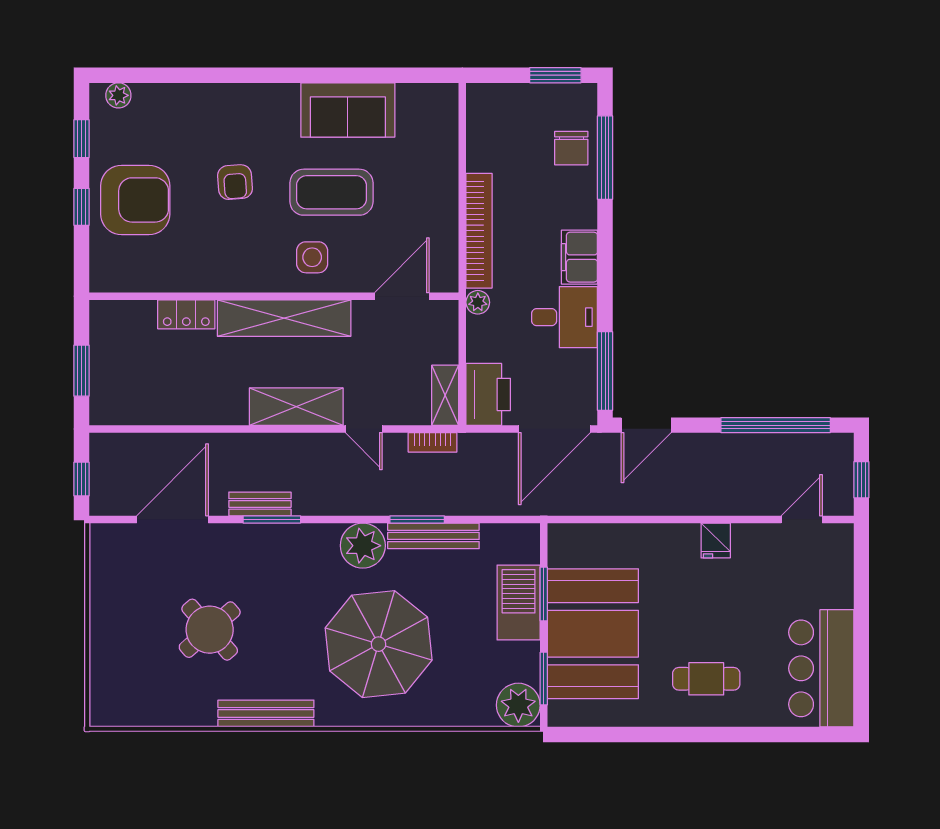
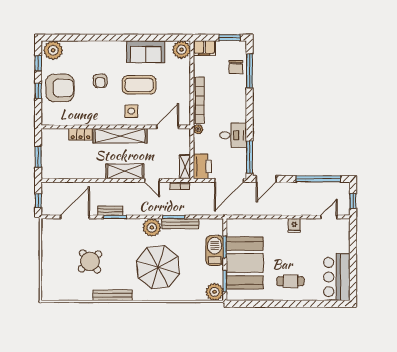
plant: (118, 95) -> (53, 50), width x1.87, depth x1.87
plant: (437, 105) -> (182, 50), added
filing cabinet: (579, 257) -> (204, 48), moved, turned -90

